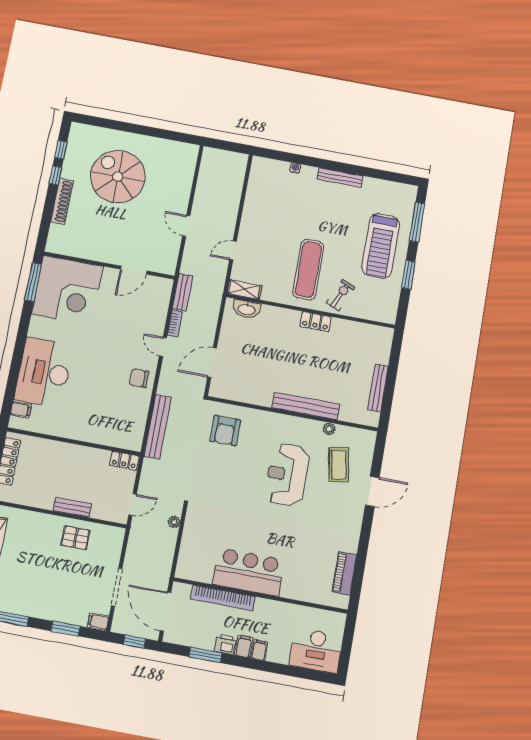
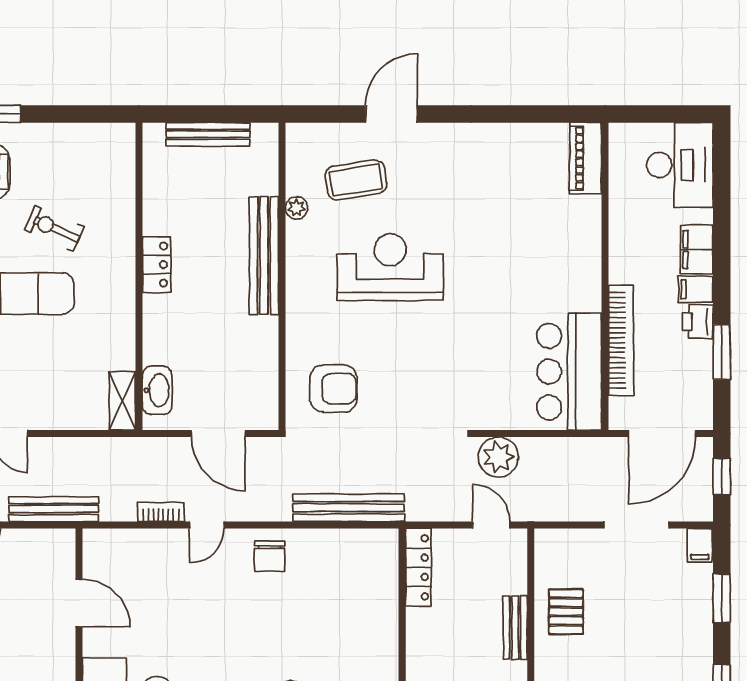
shelving: (244, 289) -> (122, 401), moved
bench: (183, 292) -> (54, 509), moved, width x1.36
washbasin: (247, 309) -> (157, 390), moved
wall: (311, 311) -> (139, 276), moved
locker: (315, 322) -> (156, 265), moved
locker: (124, 461) -> (418, 567), width x1.53
reception desk: (287, 475) -> (390, 267), turned 180
door: (372, 491) -> (391, 114), hinge flipped
plant: (174, 522) -> (498, 457), width x1.88, depth x1.88
bar counter: (248, 572) -> (569, 372), moved
piano: (344, 573) -> (586, 158), moved, turned 90
filing cabinet: (259, 650) -> (697, 249), width x2.00

